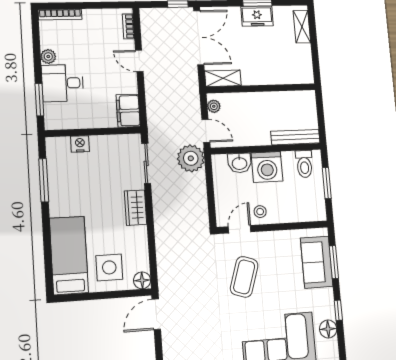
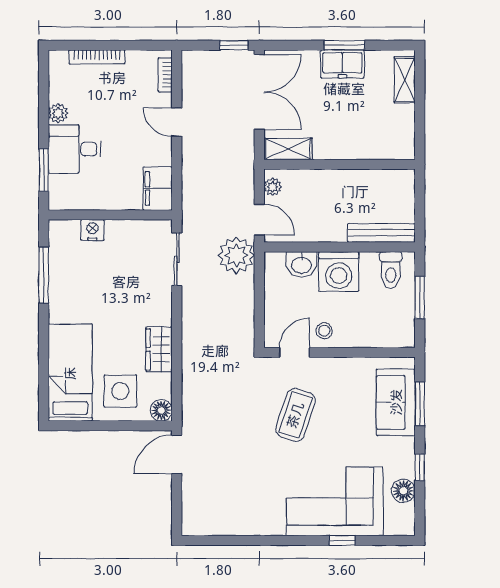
bookcase: (60, 14) -> (97, 57), moved
wardrobe: (136, 208) -> (159, 349), moved

